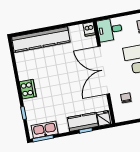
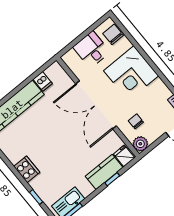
dishwasher: (89, 29) -> (43, 81), moved
desk: (110, 30) -> (91, 49), moved, turned 90
plant: (120, 116) -> (140, 144), added

